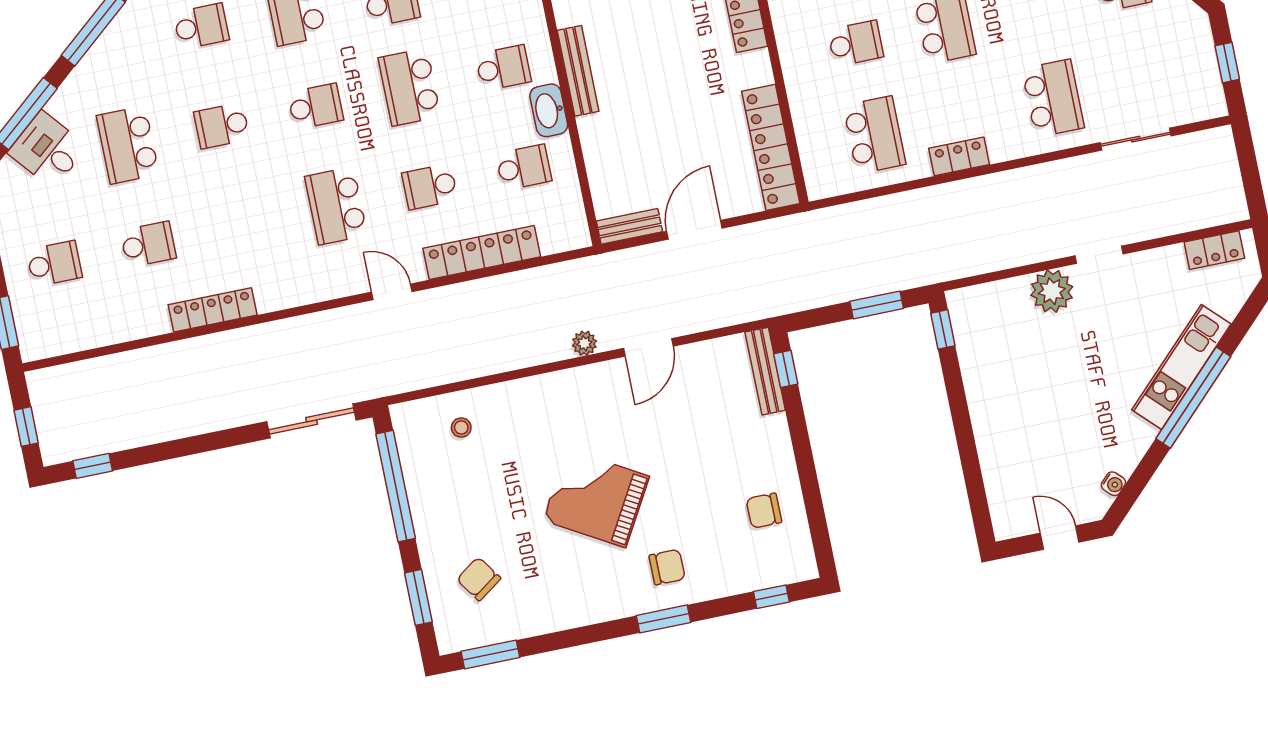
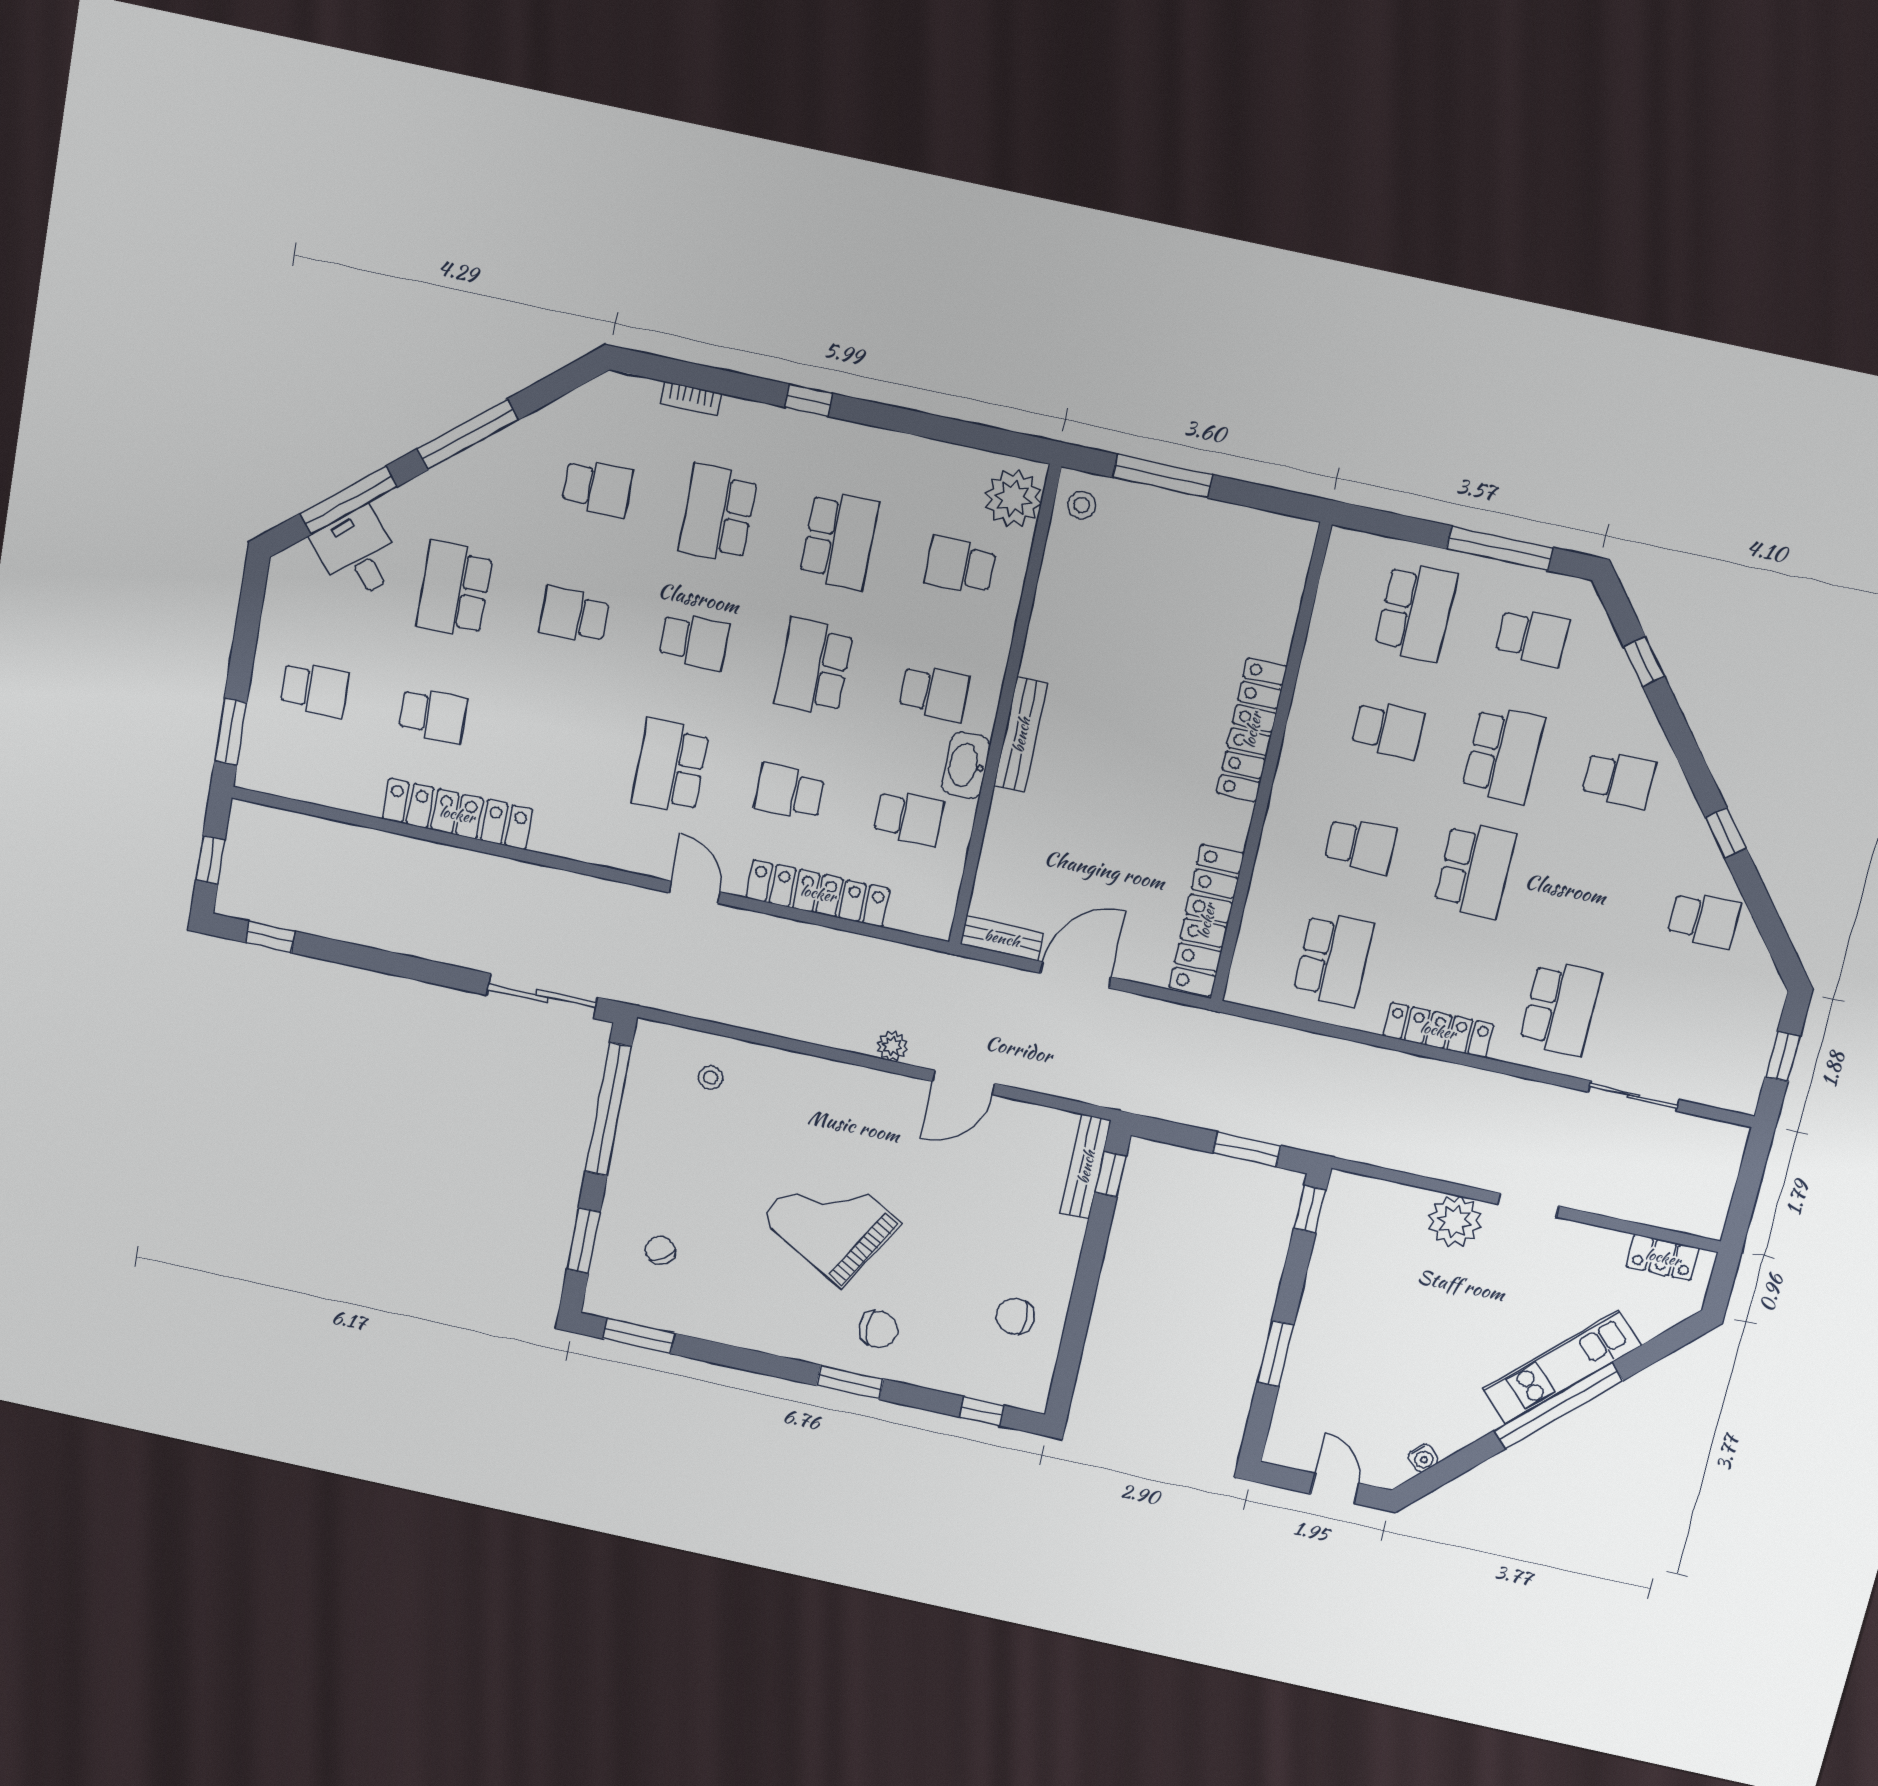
locker: (959, 156) -> (1438, 1030), width x1.53
locker: (213, 310) -> (457, 814), width x1.41, depth x1.21
window: (968, 452) -> (1275, 1354), added
chair: (479, 579) -> (660, 1250), width x0.73, depth x0.73

